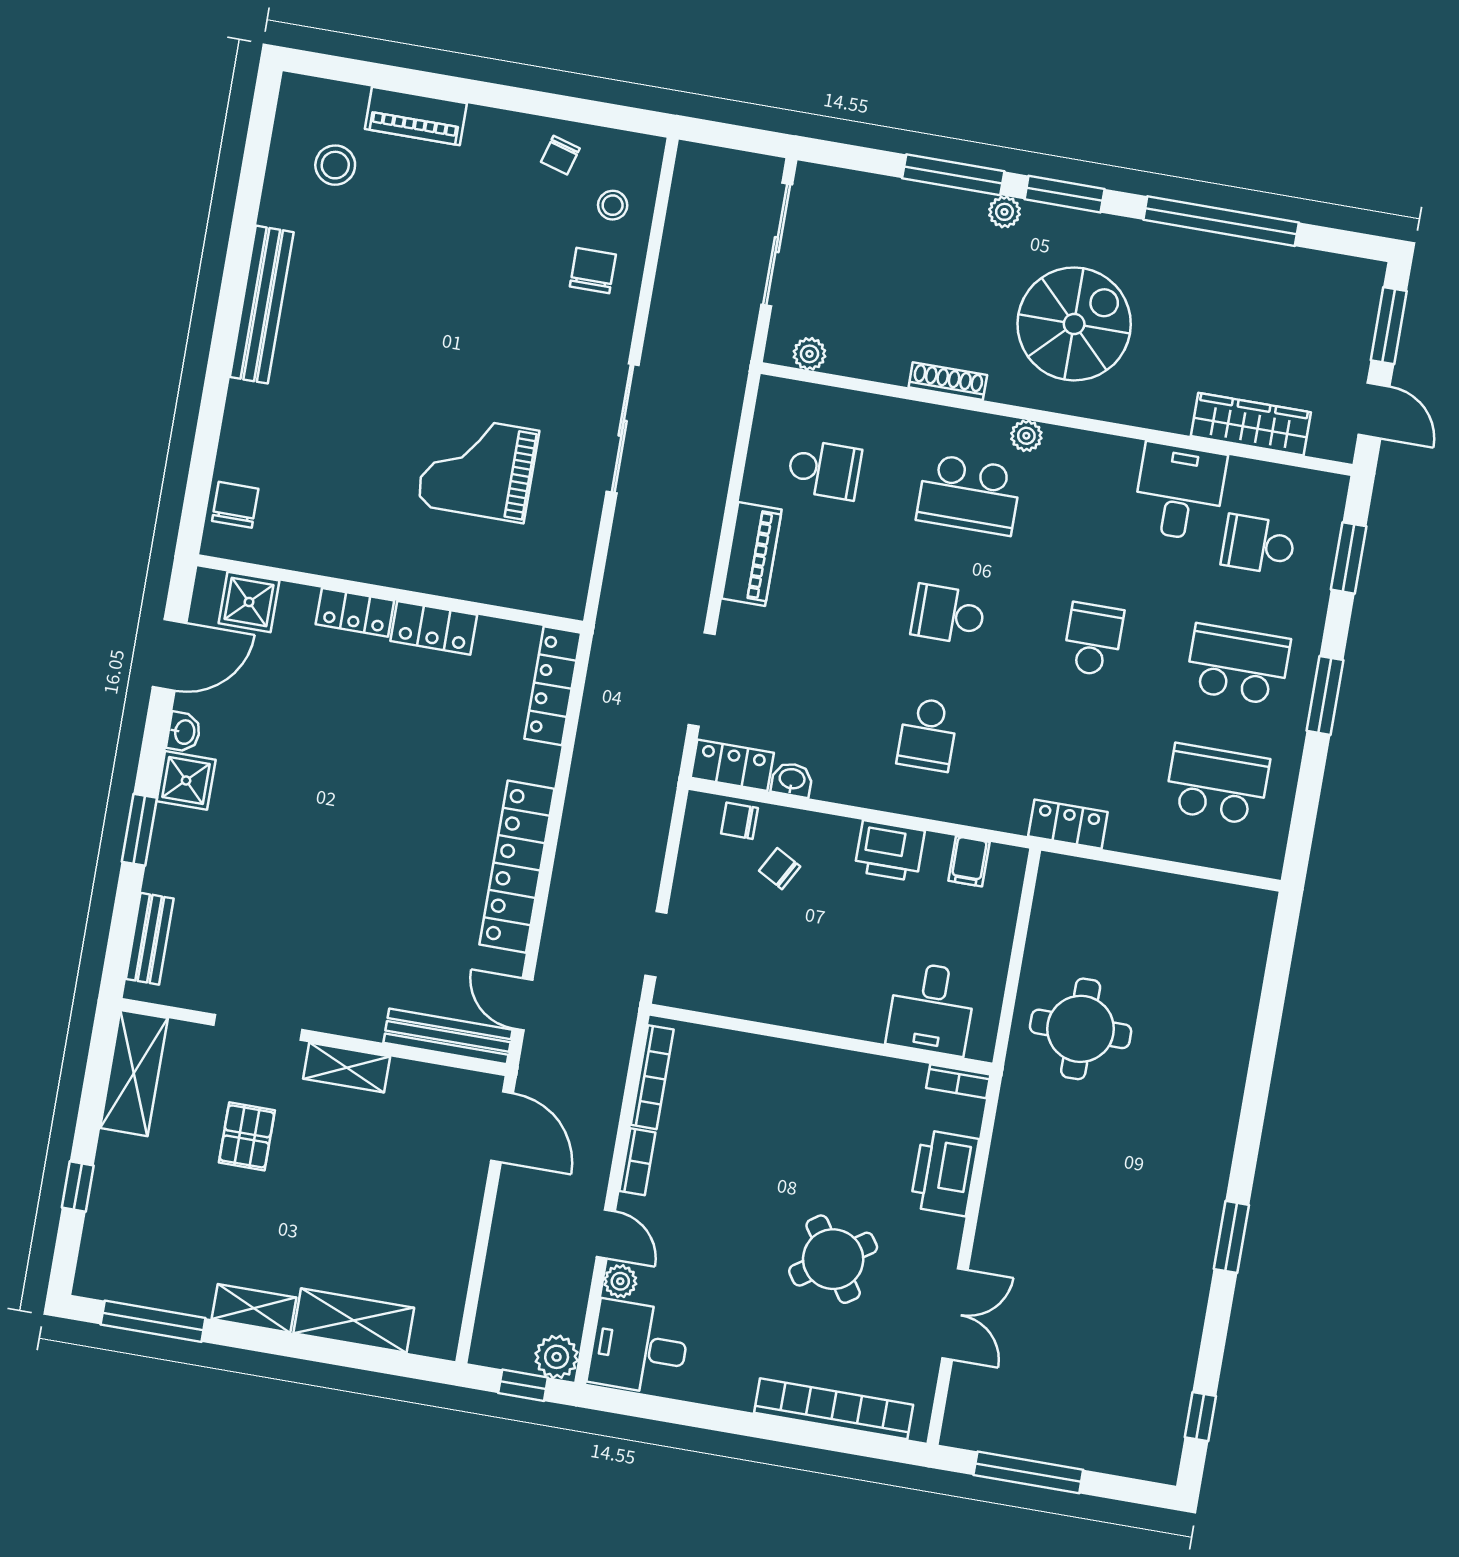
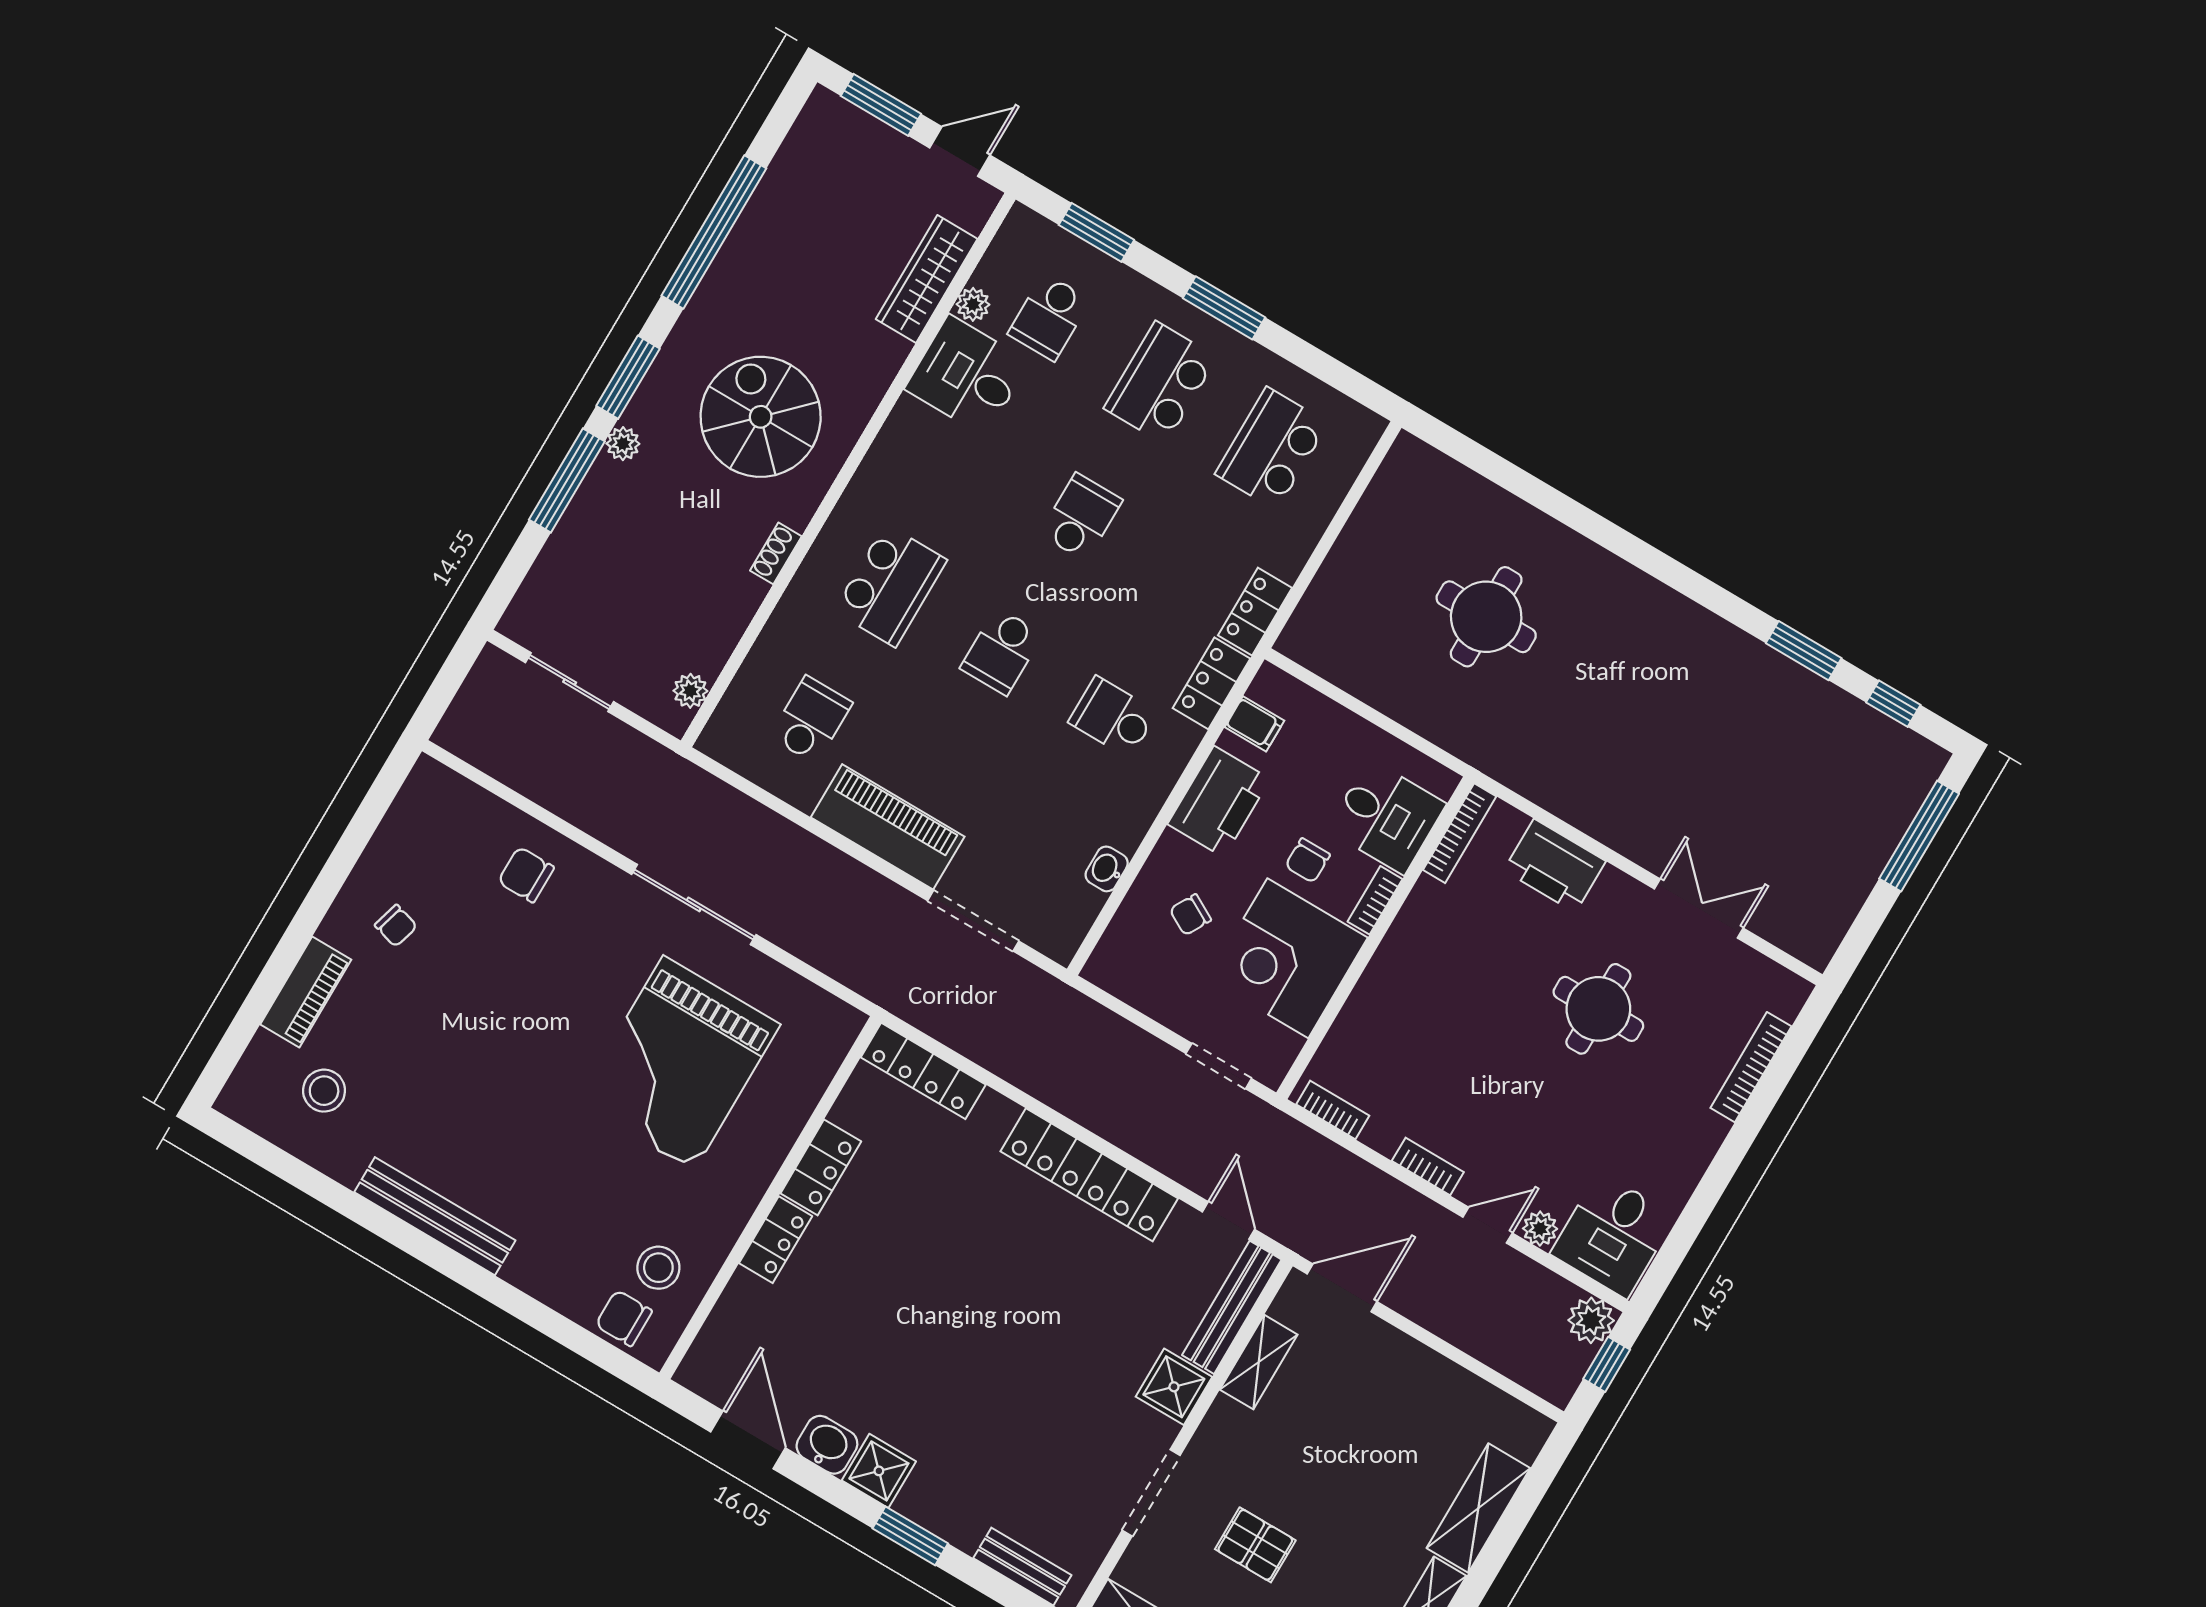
chair: (560, 155) -> (396, 926), moved
stool: (613, 205) -> (658, 1268), moved, width x1.37, depth x1.37
sliding door: (777, 245) -> (570, 682), width x0.73
shoe rack: (948, 381) -> (776, 553), width x0.70
plant: (1026, 436) -> (973, 304), moved
grand piano: (478, 468) -> (679, 1063), width x1.37, depth x1.48
piano: (752, 554) -> (888, 827), width x1.37, depth x1.33
shower: (249, 602) -> (1174, 1387), moved
school desk: (1093, 639) -> (1081, 517), turned 90
washbasin: (184, 732) -> (827, 1445), width x1.38, depth x1.45
school desk: (928, 734) -> (1113, 717), turned 180
locker: (732, 765) -> (1211, 683), moved
chair: (739, 821) -> (1308, 860), moved
printer: (890, 851) -> (1219, 802), width x1.37, depth x1.19
corner desk: (774, 969) -> (1288, 958), added
door: (523, 1004) -> (1228, 1221), swing flipped
bookcase: (854, 1026) -> (1375, 900), added
round table: (1081, 1029) -> (1486, 617), moved
shelving: (347, 1068) -> (1259, 1362), moved
bookcase: (652, 1077) -> (1333, 1110), width x0.64
bookcase: (958, 1081) -> (1460, 833), width x1.56
window: (1231, 1237) -> (1804, 651), moved
round table: (833, 1259) -> (1598, 1009), turned 34
bookcase: (834, 1409) -> (1751, 1067), width x0.68, depth x0.76
window: (1028, 1472) -> (1919, 836), moved

